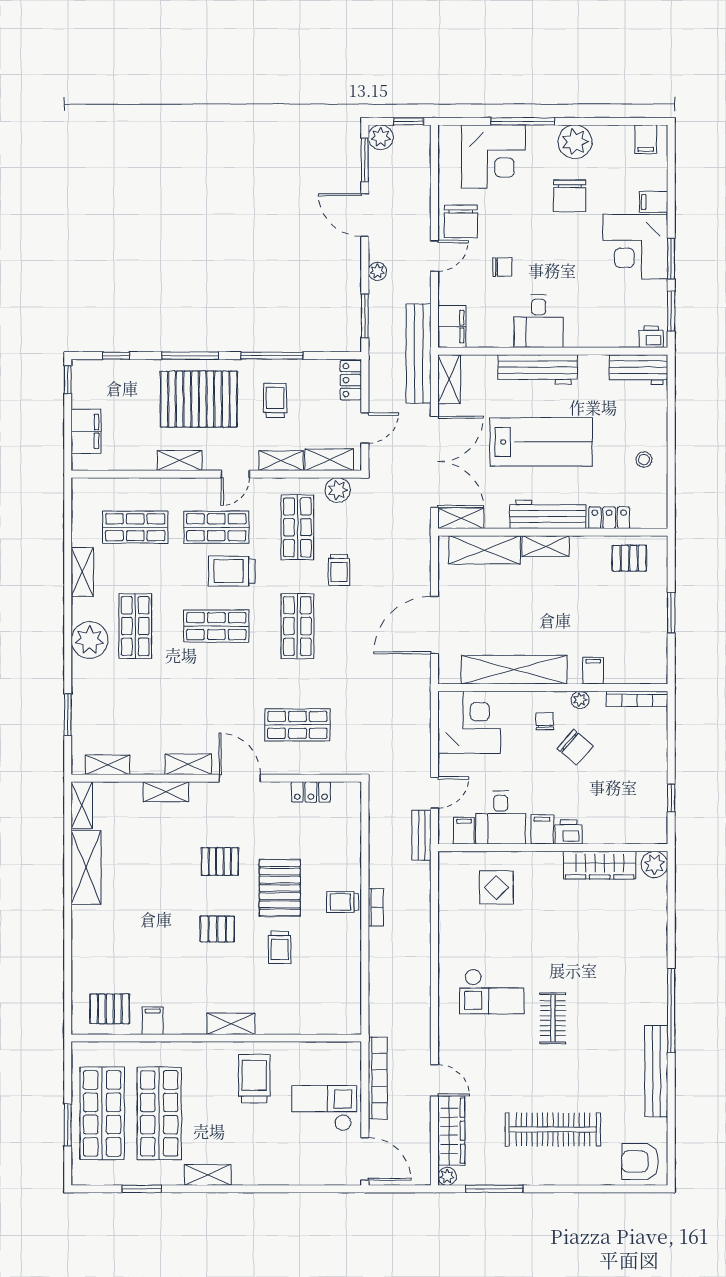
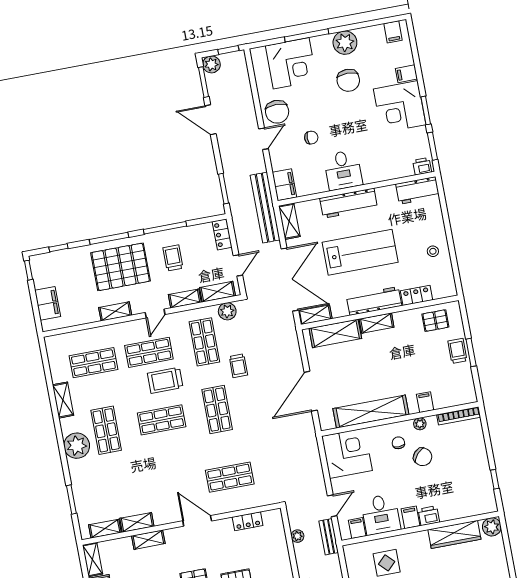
plant: (377, 271) -> (297, 536), moved
trolley: (652, 607) -> (457, 351), added
shelving: (188, 764) -> (137, 522), moved

